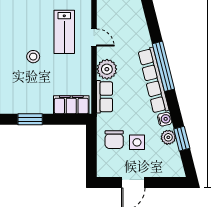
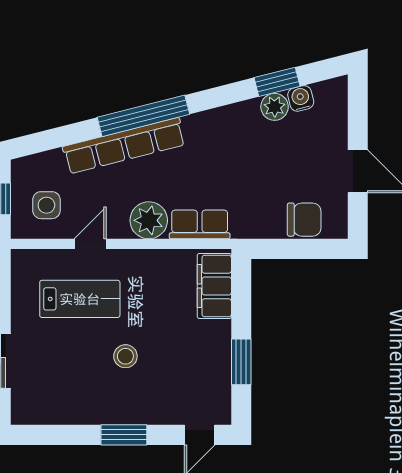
row of seats: (153, 80) -> (124, 146), moved
water cooler: (165, 119) -> (301, 98), moved
chair: (114, 140) -> (304, 220), moved
side table: (137, 142) -> (46, 205), moved

